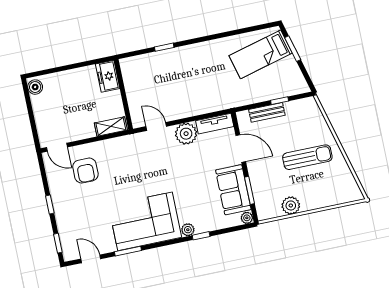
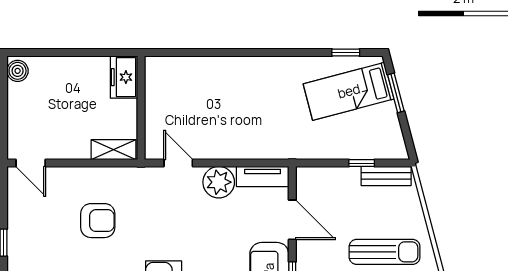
window: (164, 47) -> (346, 53), moved
bench: (267, 112) -> (386, 176), moved
armchair: (85, 171) -> (98, 221), moved, turned -90

